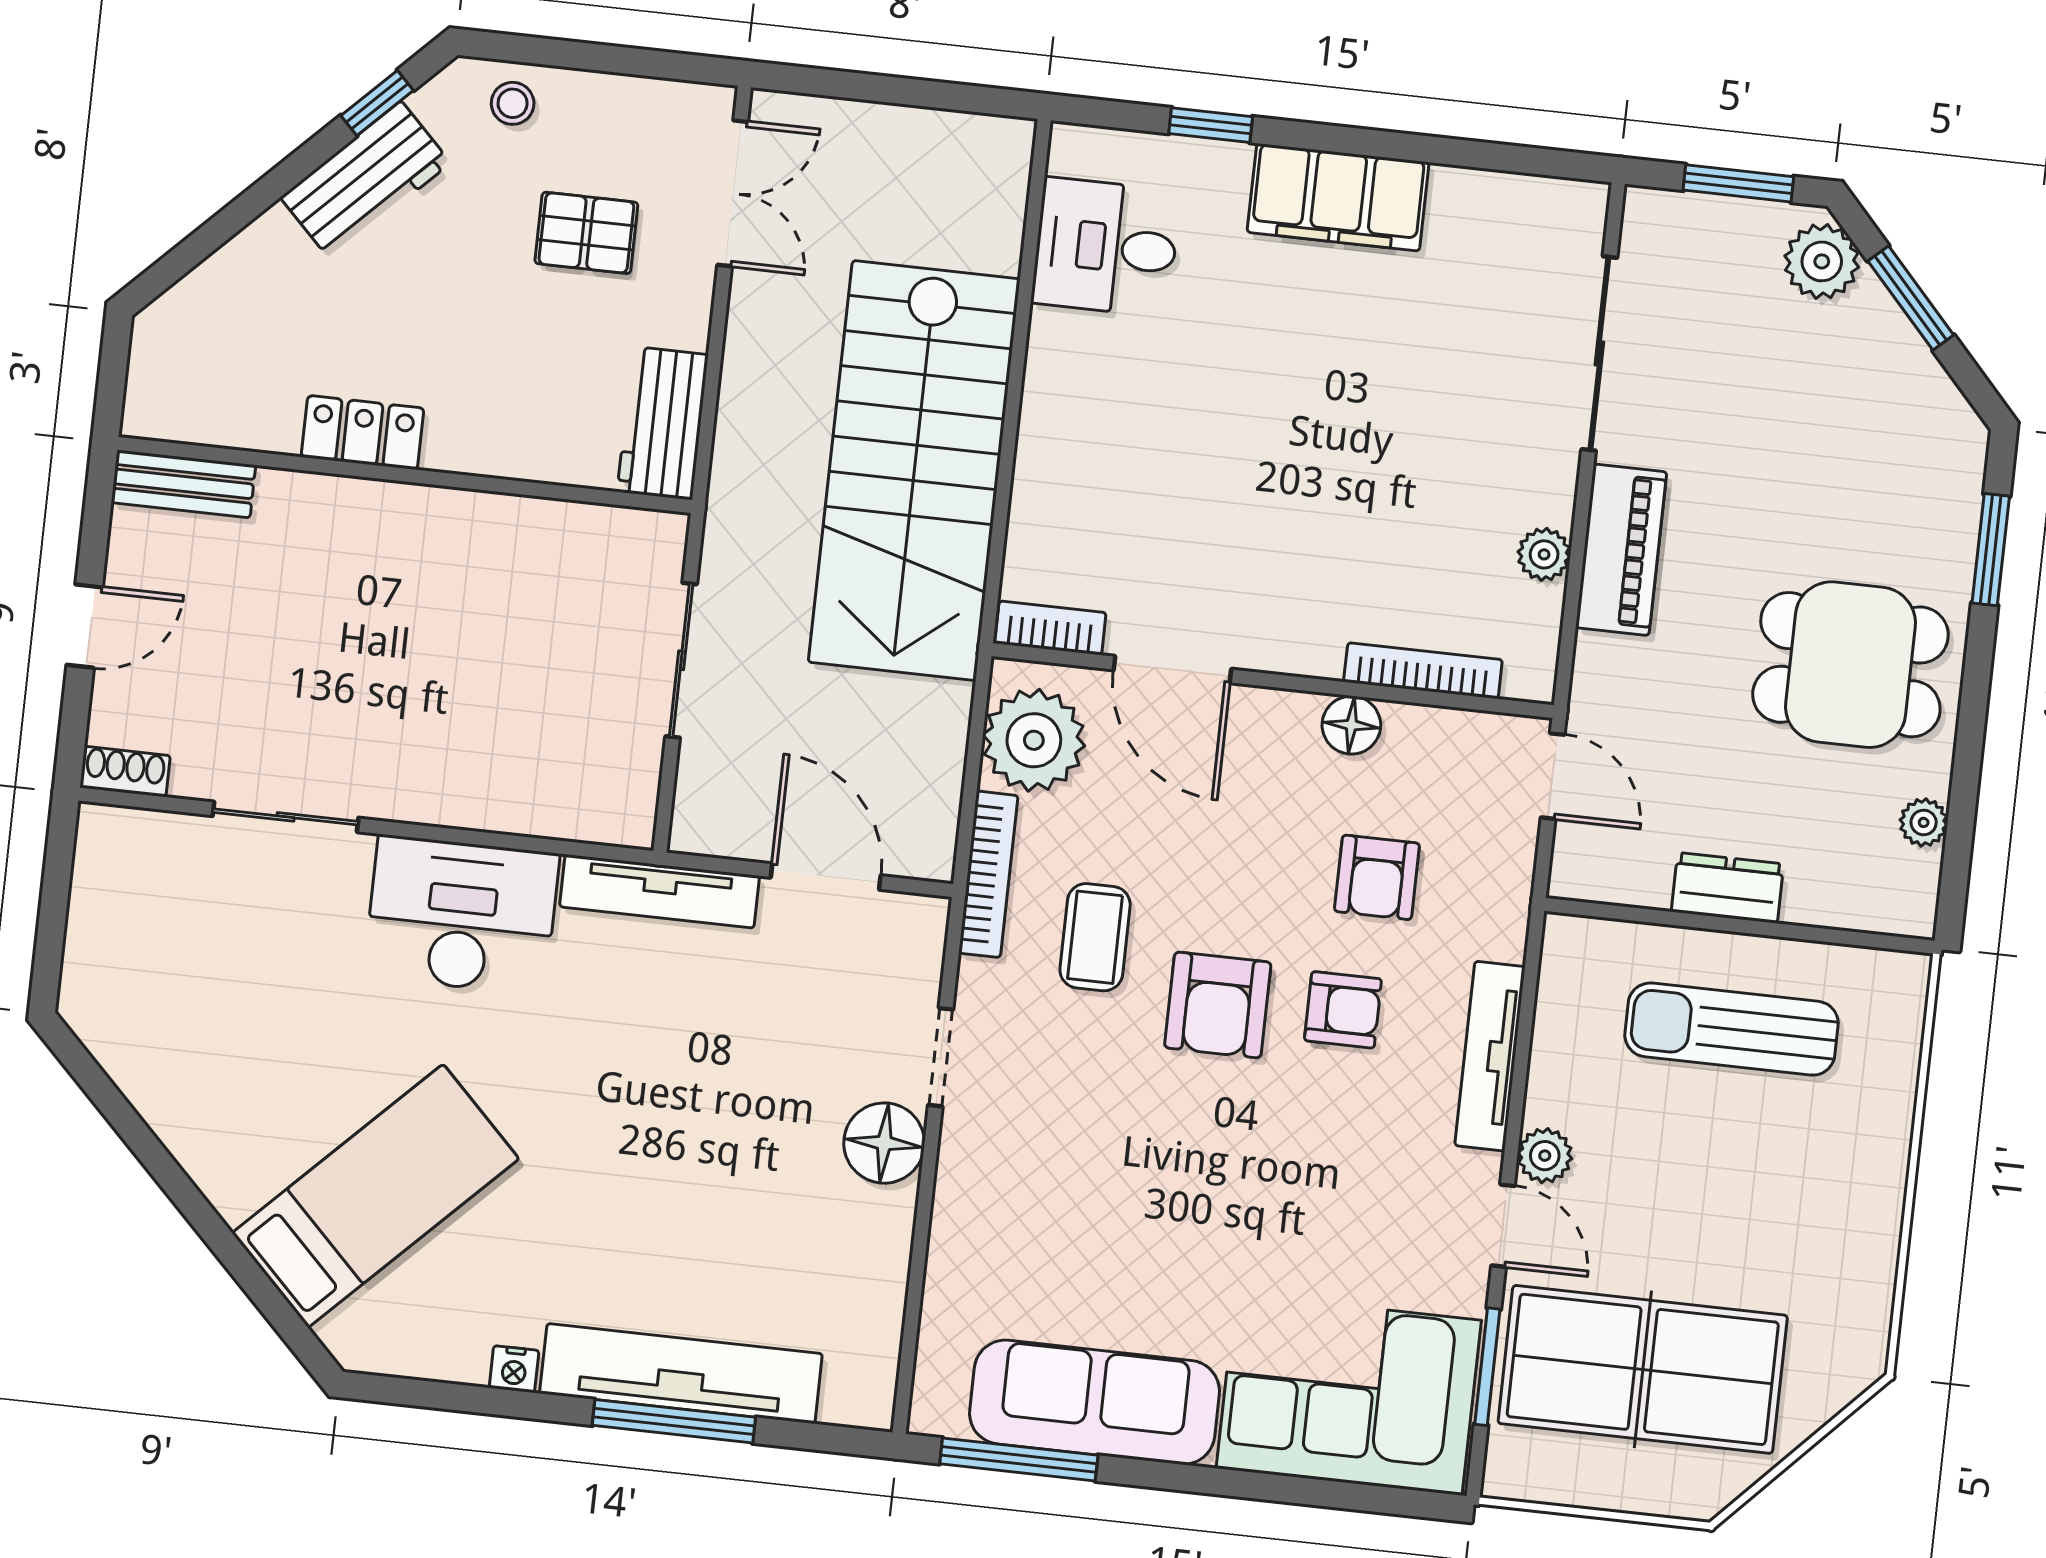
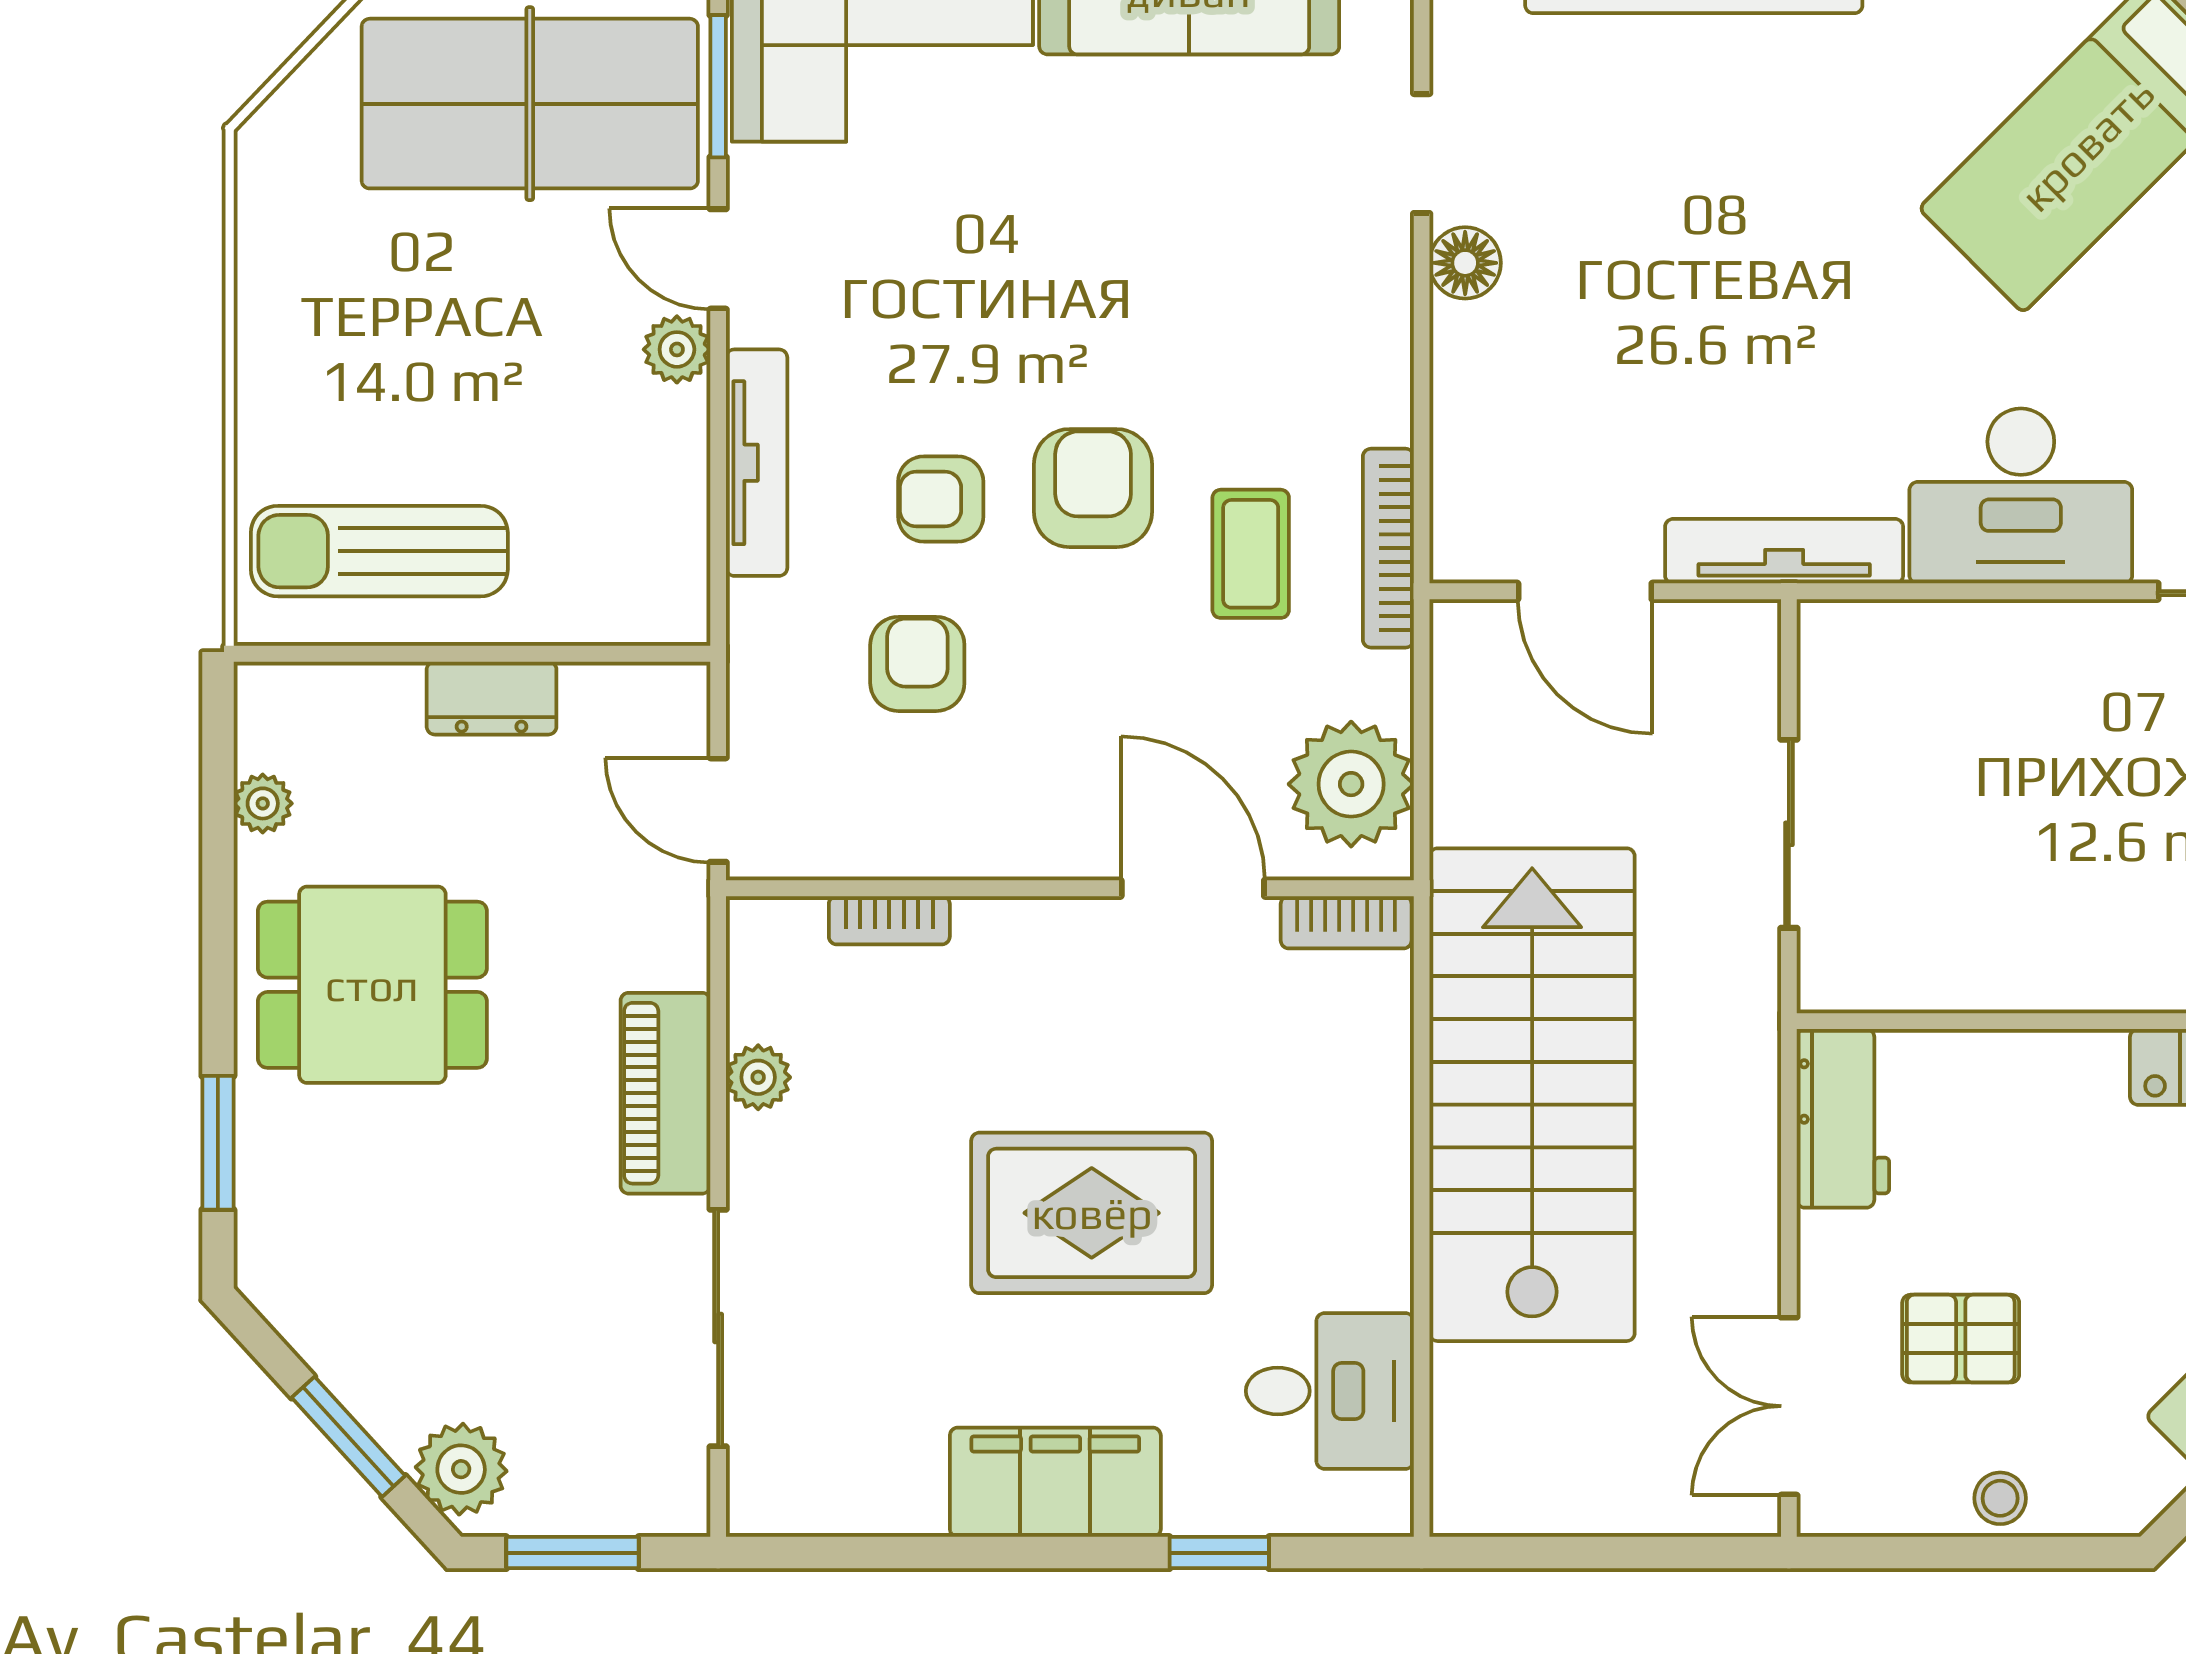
stool: (513, 103) -> (2000, 1498), moved
rug: (1284, 414) -> (1092, 1213), added
bookcase: (1423, 671) -> (889, 920), width x0.64
floor lamp: (1351, 725) -> (969, 845), removed
bookcase: (988, 874) -> (1388, 548), moved
sun lounger: (1732, 1029) -> (379, 551), moved, turned 180
doorway: (941, 1057) -> (1422, 154), moved
floor lamp: (884, 1143) -> (1465, 263), width x0.73, depth x0.73

